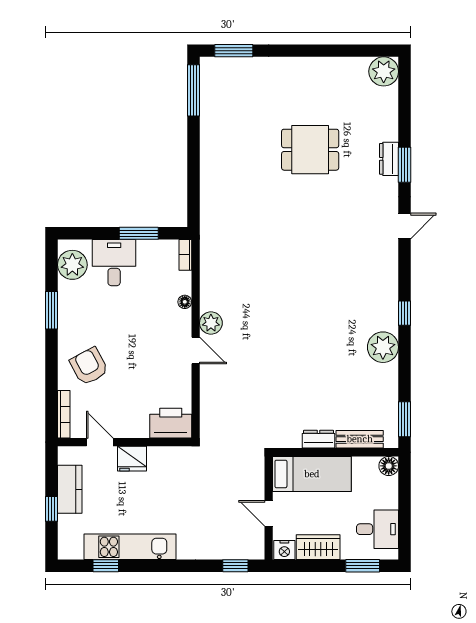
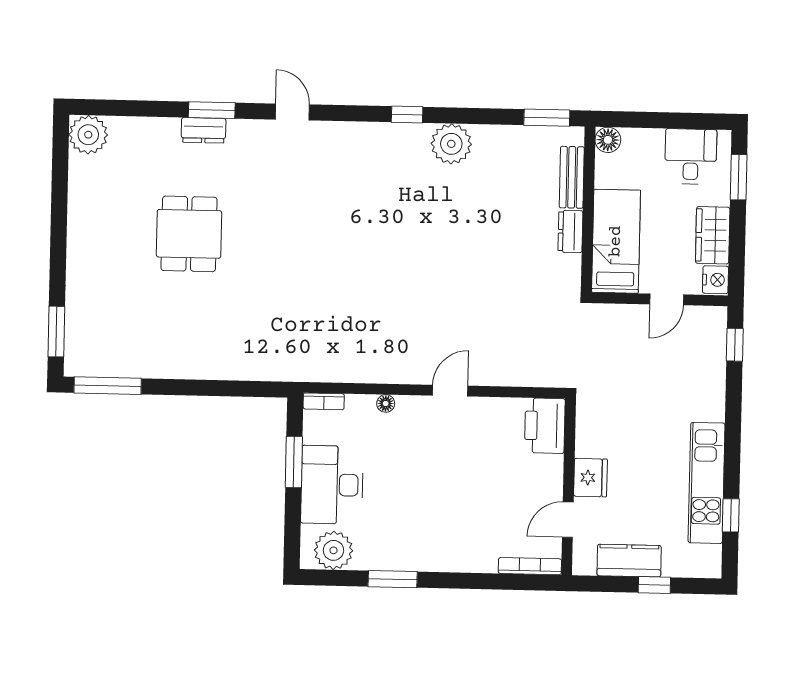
desk: (114, 263) -> (332, 485), width x1.37
plant: (211, 323) -> (414, 370), removed
armchair: (89, 366) -> (468, 532), removed

